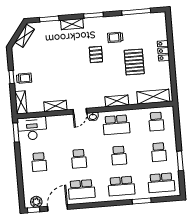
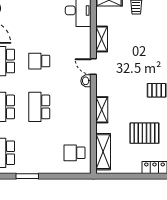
school desk: (116, 125) -> (74, 107), removed
school desk: (159, 152) -> (39, 153), removed
school desk: (119, 155) -> (39, 107), width x1.85
school desk: (39, 162) -> (39, 15), removed

